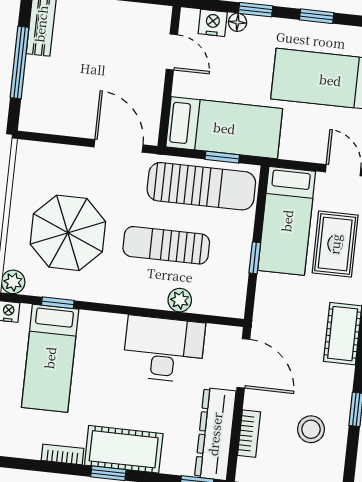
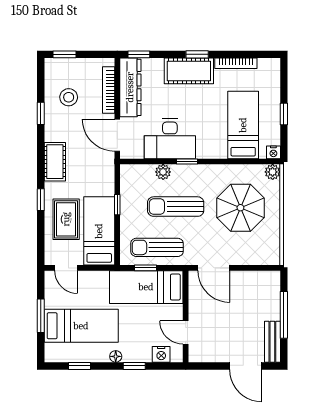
window: (317, 16) -> (79, 366), moved
floor lamp: (238, 22) -> (116, 356), moved
sun lounger: (201, 186) -> (157, 247), width x0.73, depth x0.75
sun lounger: (166, 245) -> (176, 207), turned 180
window: (58, 303) -> (187, 162), moved
bookcase: (249, 434) -> (109, 90), width x1.56
bookcase: (62, 454) -> (236, 63), width x1.56

